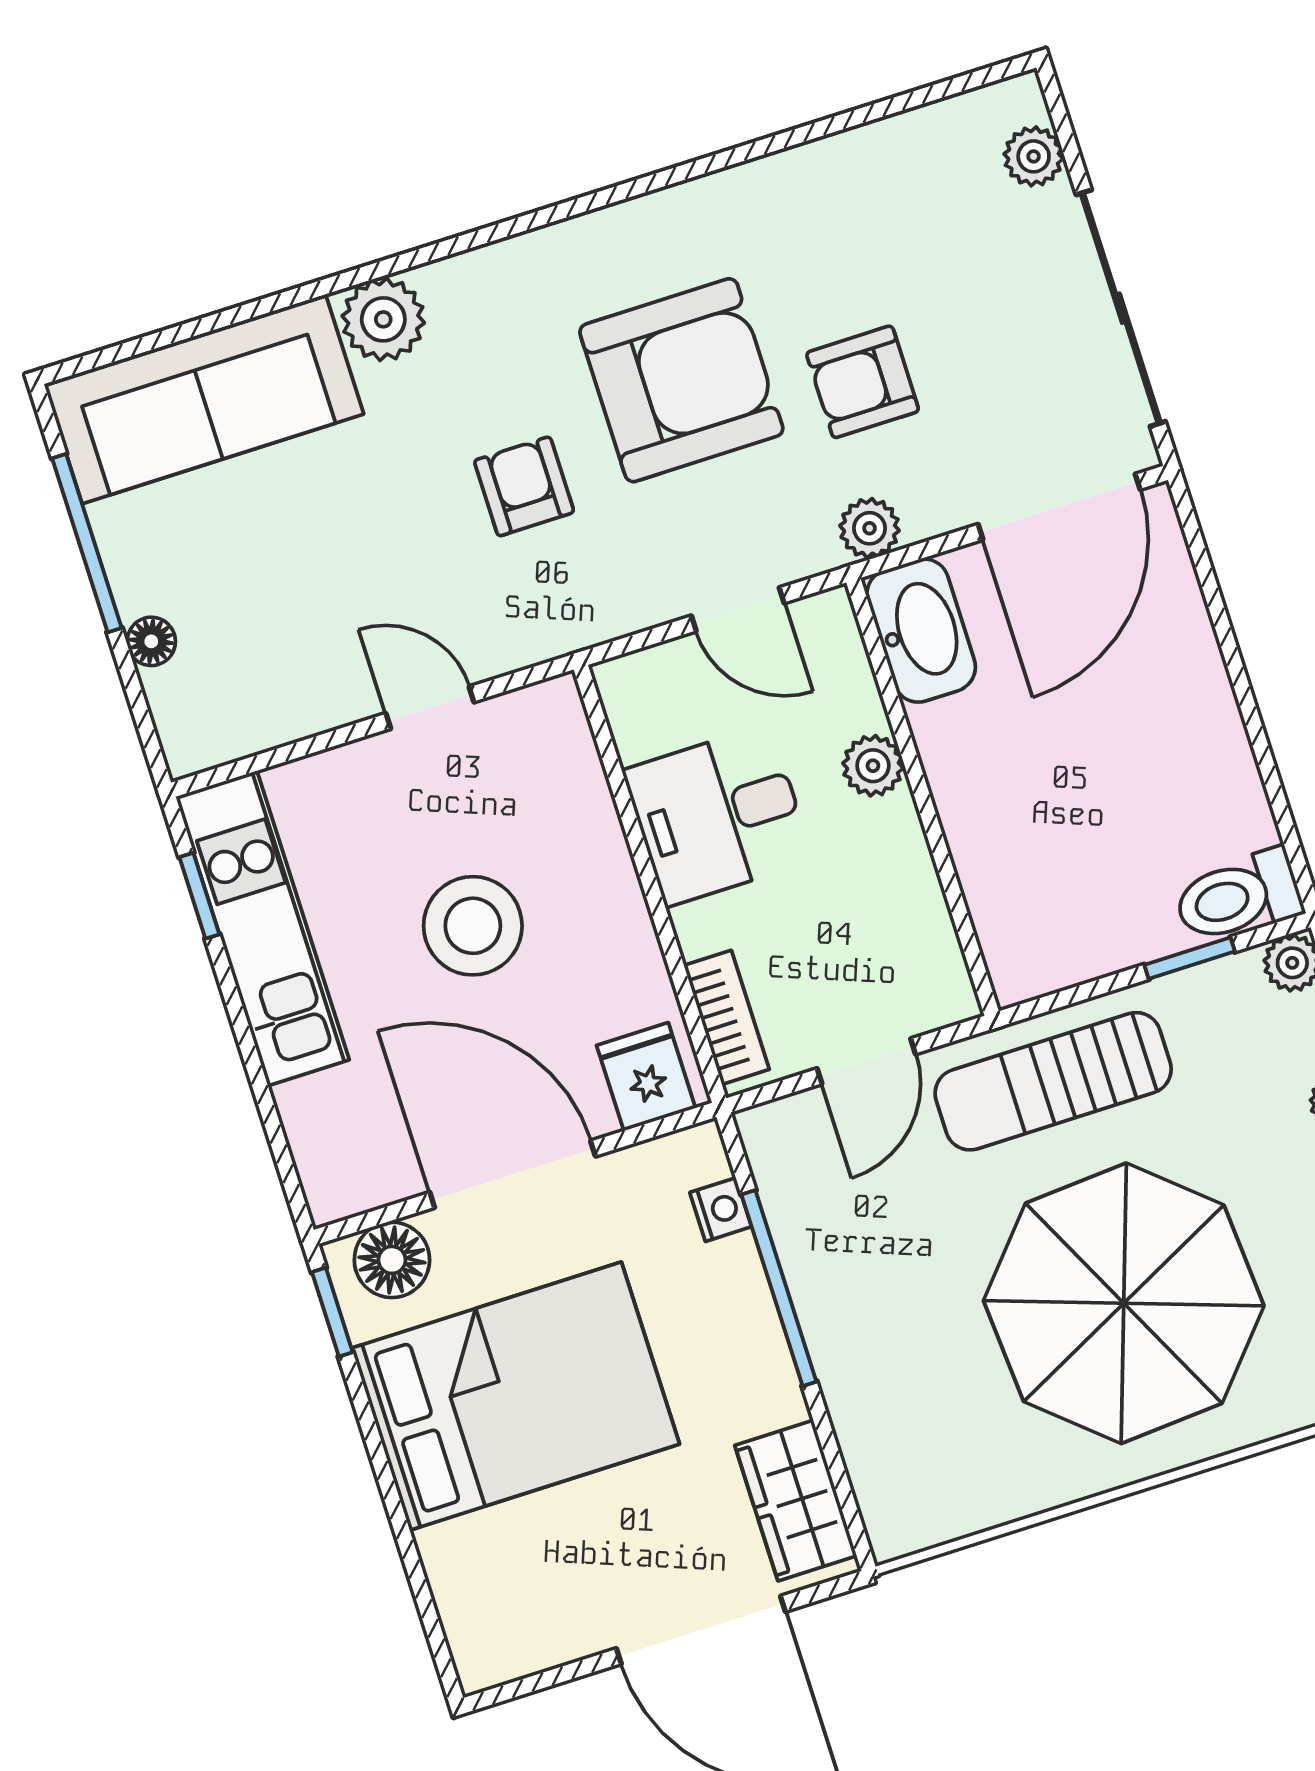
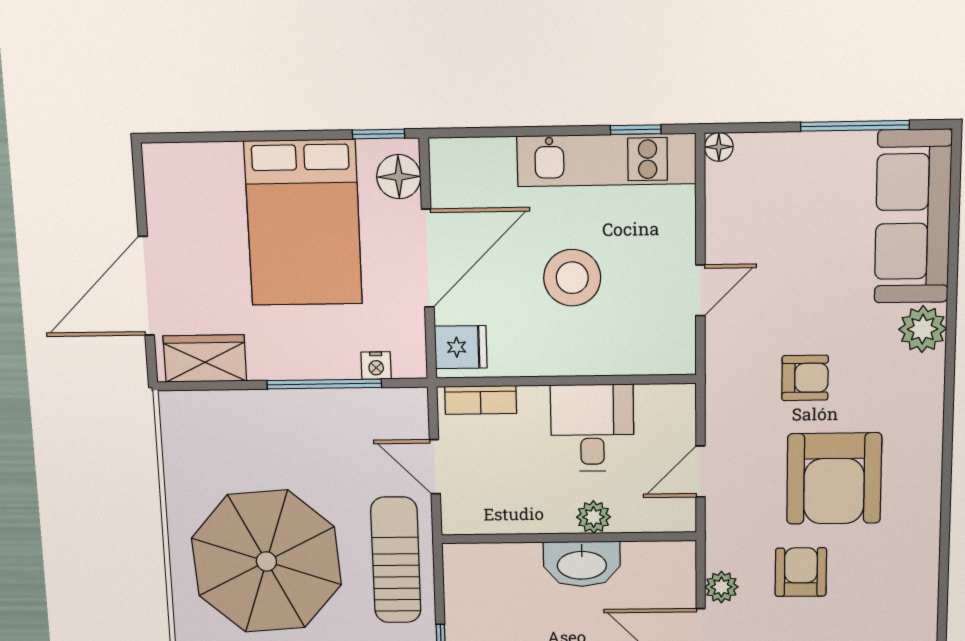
plant: (870, 528) -> (721, 587), moved
washbasin: (921, 631) -> (582, 564), moved
floor lamp: (151, 641) -> (719, 147), moved

